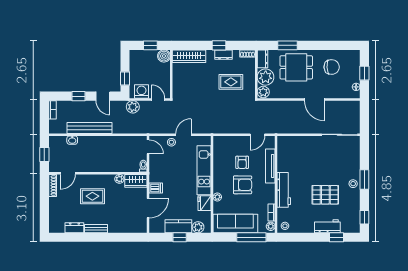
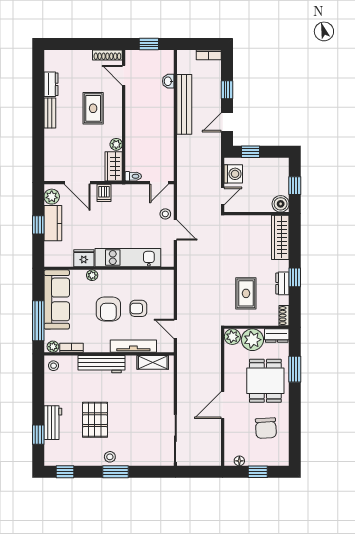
plant: (133, 107) -> (213, 162), removed
shelving: (282, 152) -> (153, 362), added
plant: (198, 227) -> (52, 197), moved

